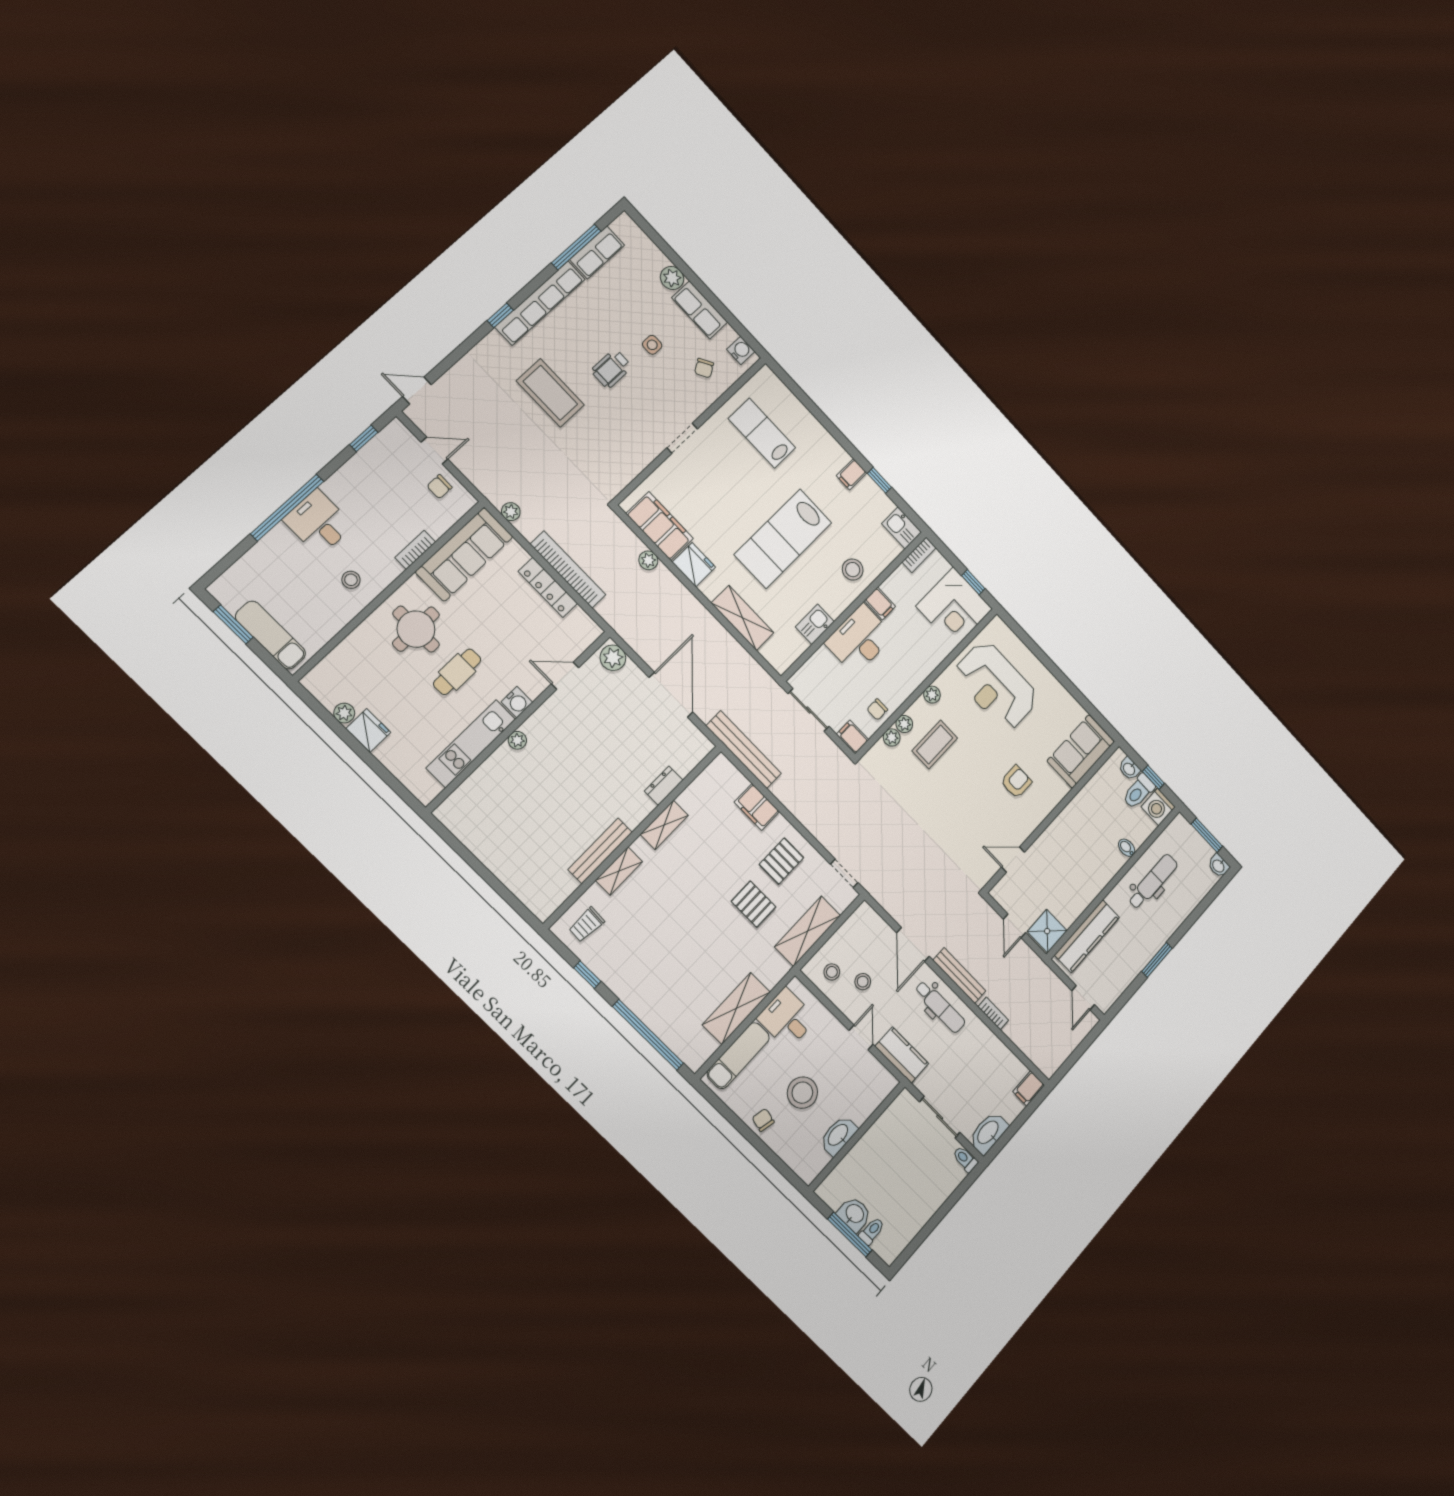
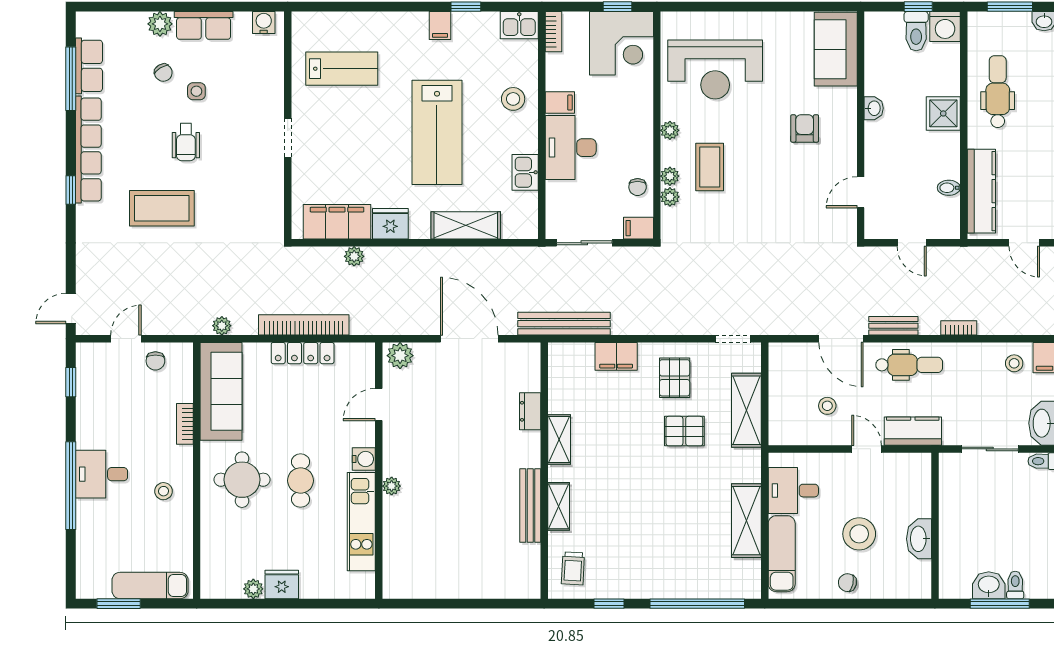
chair: (704, 368) -> (163, 73), moved
lab bench: (762, 433) -> (342, 69), turned 180
washbasin: (1129, 769) -> (874, 108), moved, turned -90
bidet: (1127, 848) -> (949, 188), moved
shower: (1047, 931) -> (943, 113), moved
stool: (832, 972) -> (1014, 363), moved
bench: (959, 976) -> (893, 326), width x0.73

